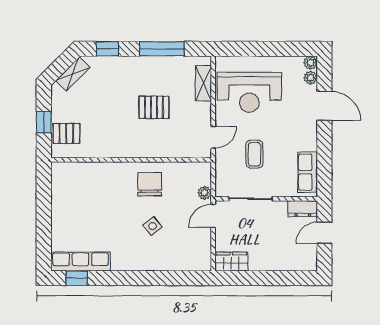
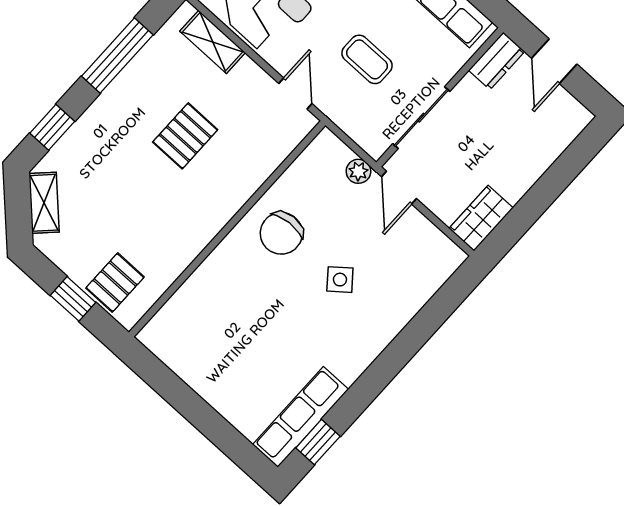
chair: (150, 184) -> (281, 233), turned -94

